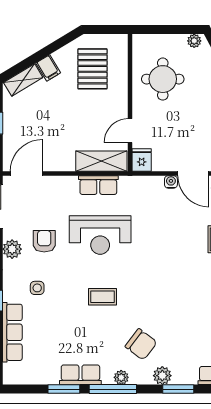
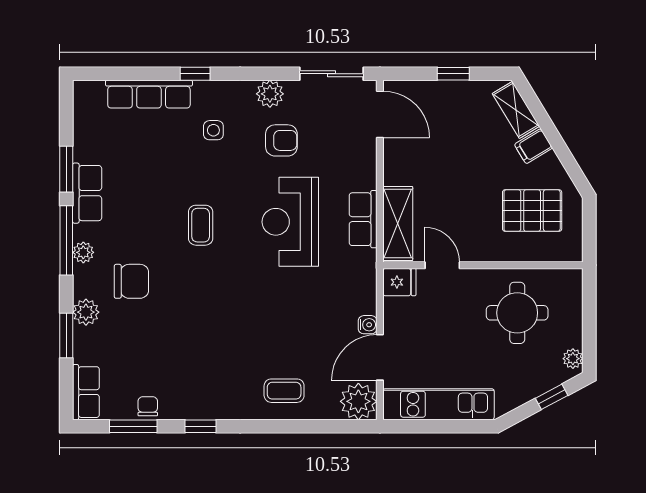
chair: (141, 344) -> (131, 281), turned -127

